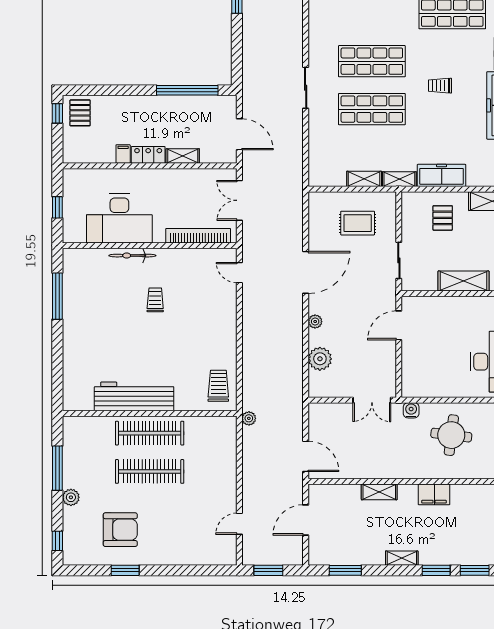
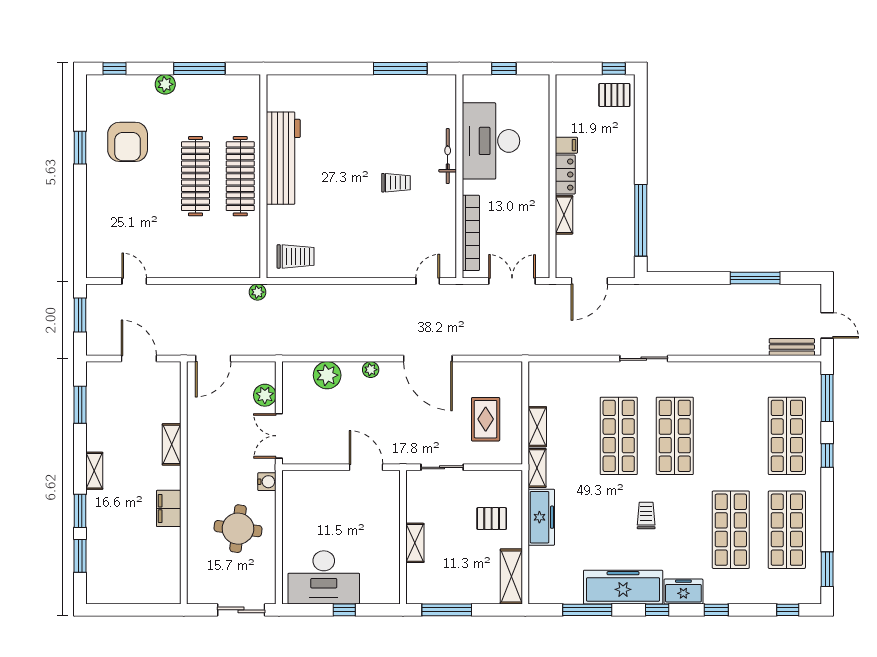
shelving: (464, 281) -> (415, 543), width x0.67, depth x0.75
plant: (337, 412) -> (265, 395), added

